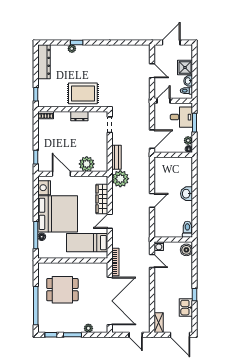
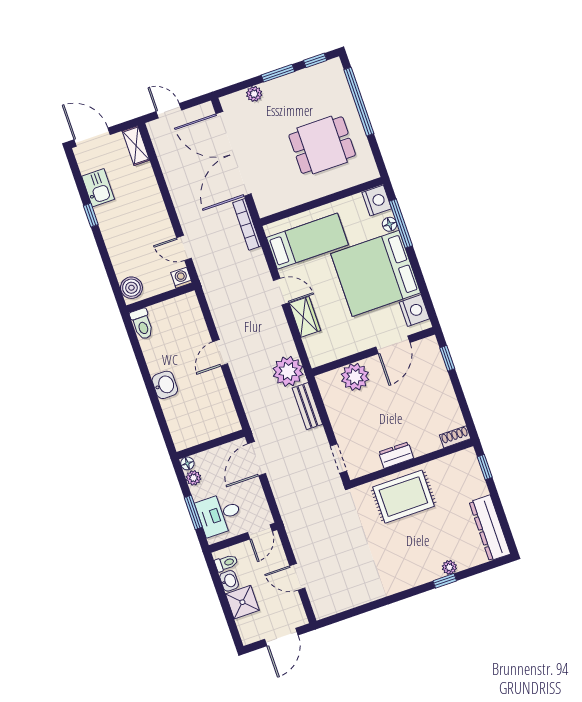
door: (61, 174) -> (393, 345), hinge flipped
wardrobe: (102, 199) -> (305, 317), width x0.67
door: (110, 221) -> (281, 292), hinge flipped
nightstand: (44, 251) -> (377, 201), added

